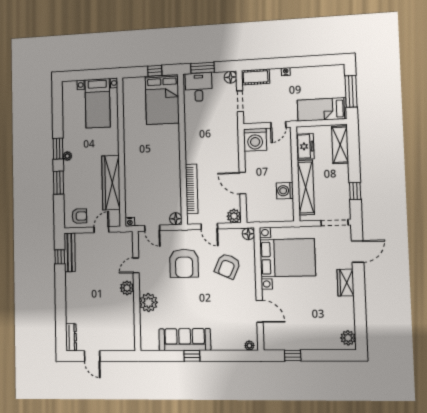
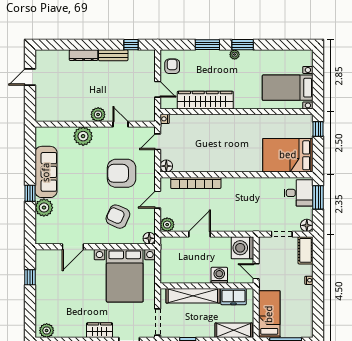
window: (155, 71) -> (318, 129), moved
washing machine: (285, 191) -> (219, 275), moved
armchair: (79, 216) -> (172, 66), turned 180
bench: (70, 252) -> (113, 55), moved, width x0.73
dresser: (71, 337) -> (84, 55), moved
plant: (249, 346) -> (44, 208), moved, width x1.87, depth x1.87
window: (192, 356) -> (30, 193), moved

